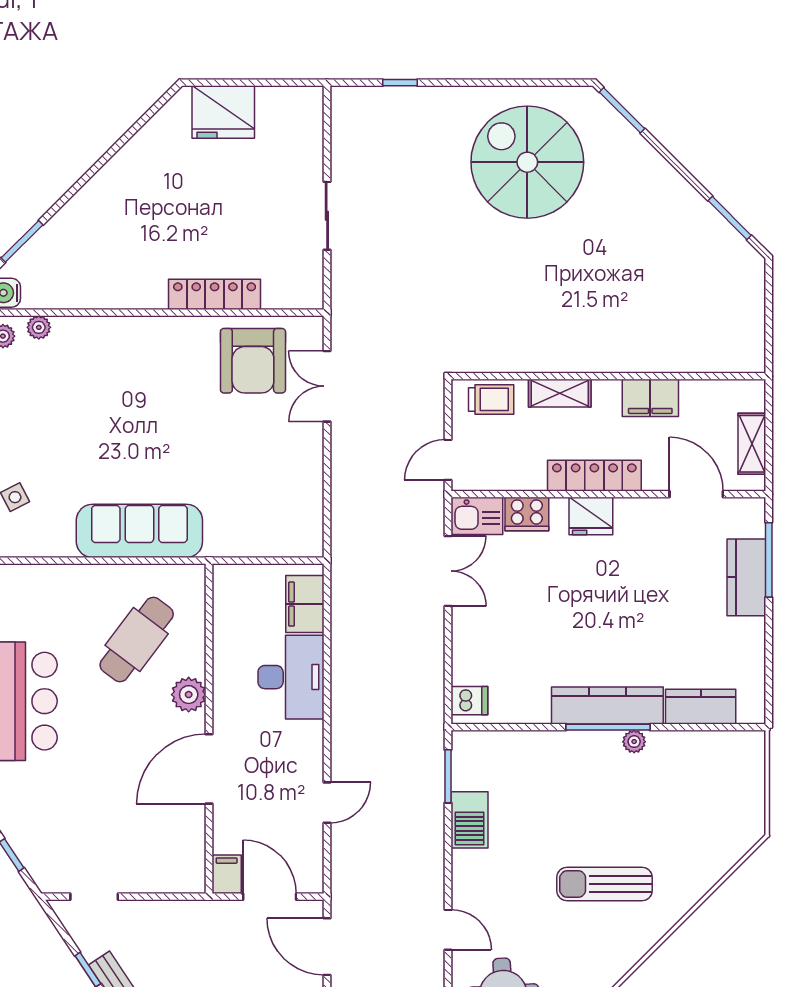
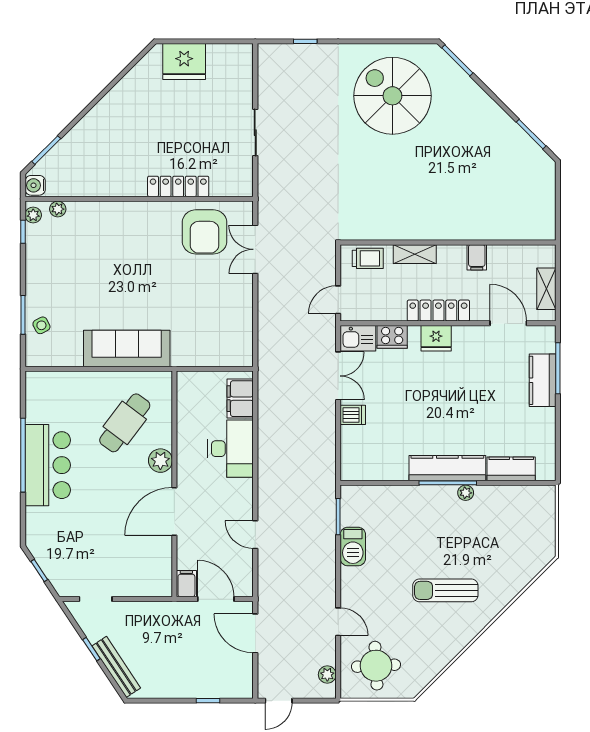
filing cabinet: (650, 398) -> (477, 257), width x0.50
dishwasher: (469, 701) -> (353, 415), moved
door: (327, 803) -> (255, 535), swing flipped

